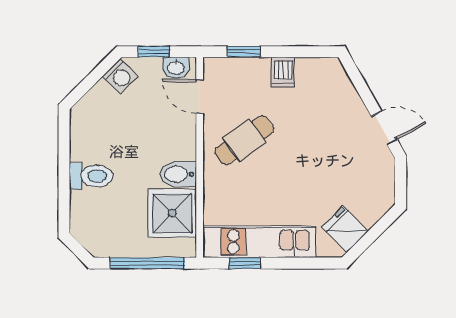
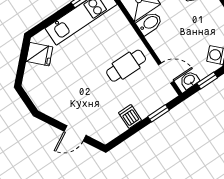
door: (384, 128) -> (75, 133), moved
cafe table: (244, 140) -> (126, 66), turned 36

